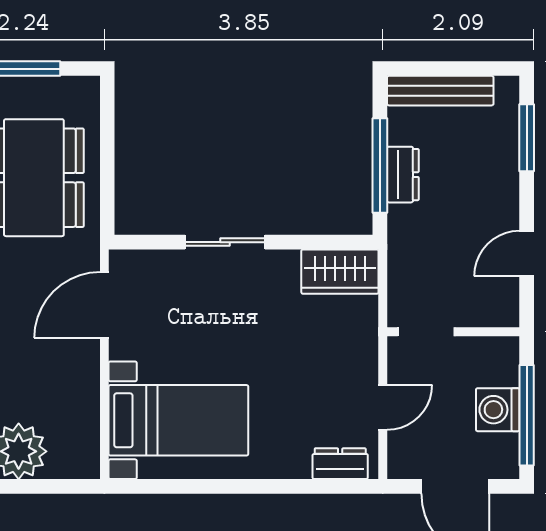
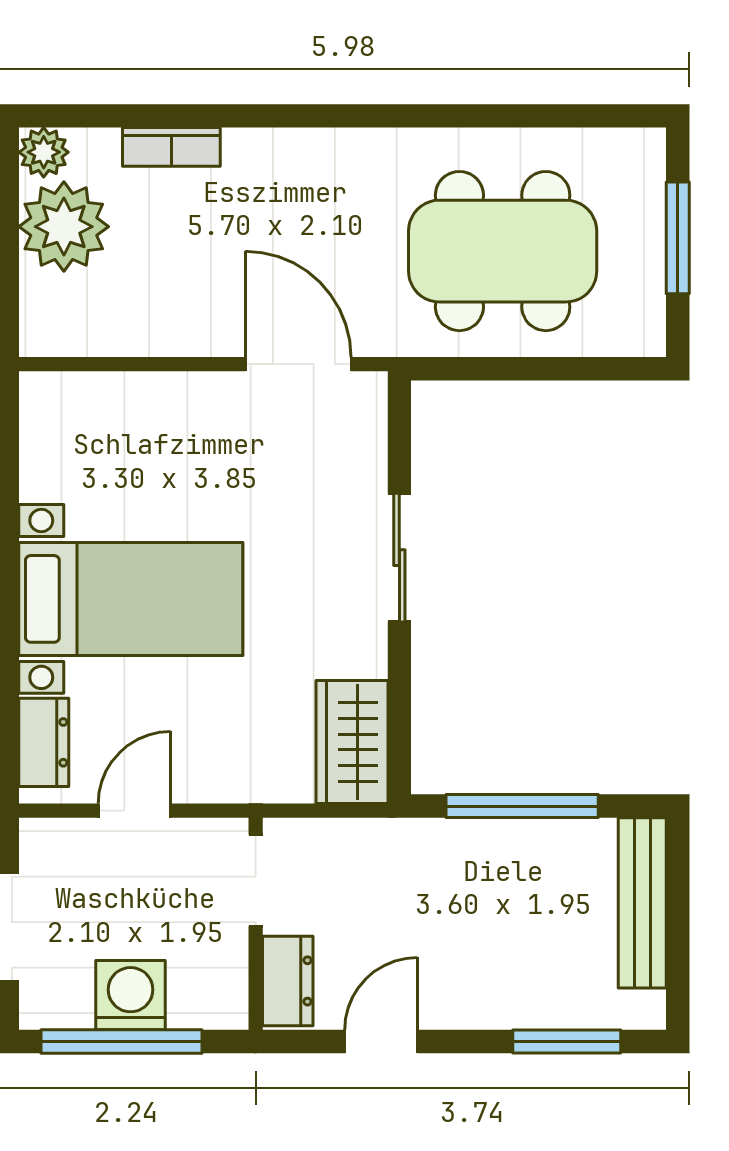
dresser: (403, 175) -> (288, 981), moved, turned -90
door: (527, 253) -> (381, 1042), hinge flipped
door: (383, 407) -> (135, 811), swing flipped
bed with nightstands: (178, 420) -> (131, 599), moved, turned -90

